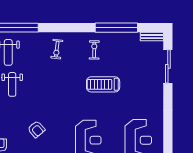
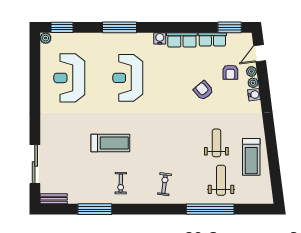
window: (116, 28) -> (95, 209), width x0.68
armchair: (36, 129) -> (203, 90), moved

